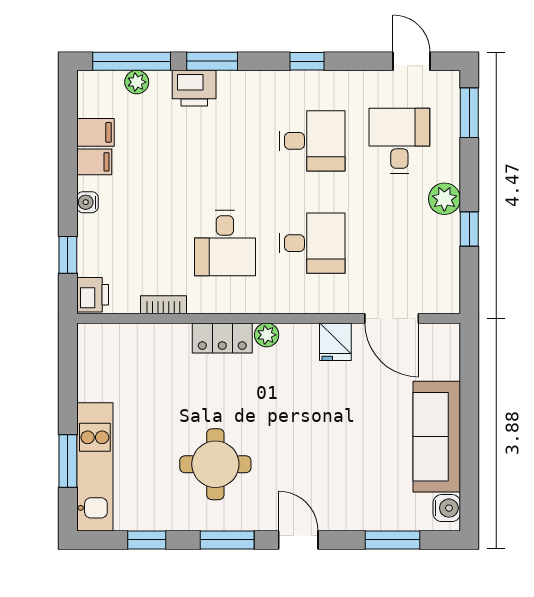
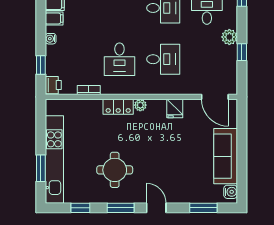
door: (392, 318) -> (215, 97), moved
kitchen unit: (95, 467) -> (54, 160), width x1.36

